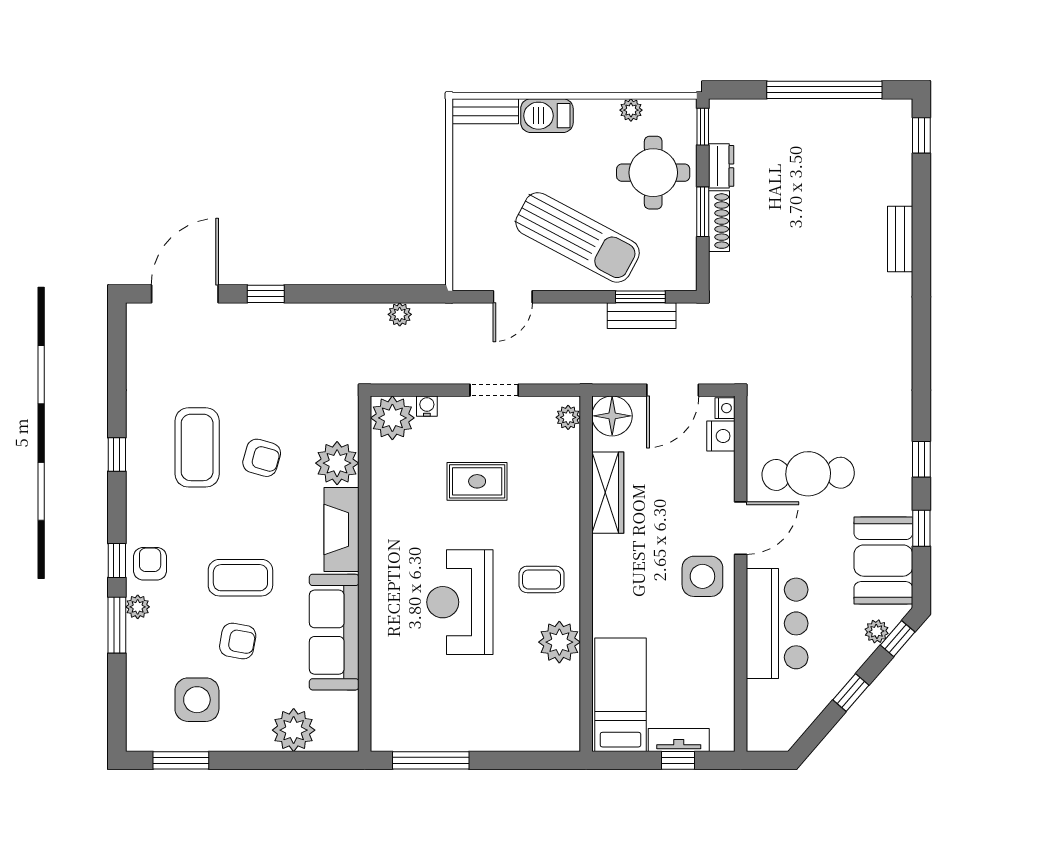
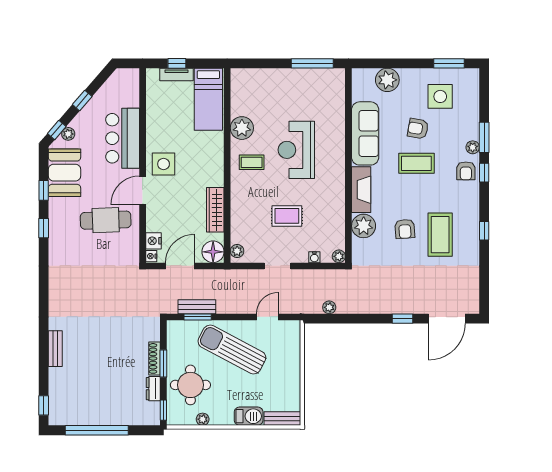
plant: (392, 418) -> (339, 256), width x0.53, depth x0.53
armchair: (262, 458) -> (405, 229), turned -110
reception desk: (460, 602) -> (296, 150), turned 180

